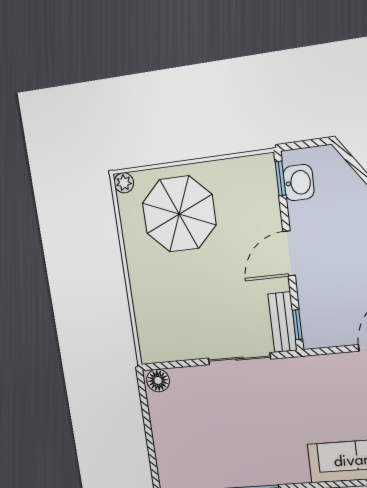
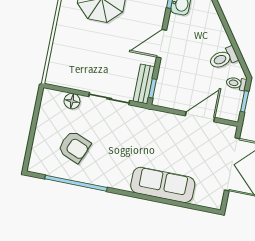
floor lamp: (158, 380) -> (72, 101), moved
armchair: (213, 441) -> (74, 147), added

